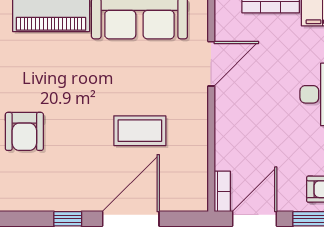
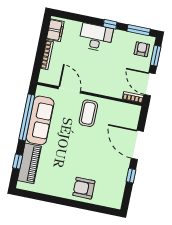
armchair: (24, 131) -> (84, 188), turned 180
coffee table: (140, 131) -> (88, 113), moved

